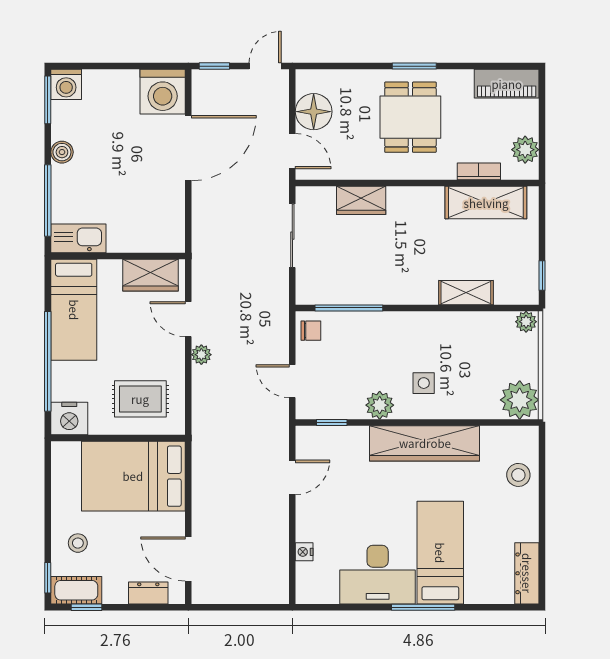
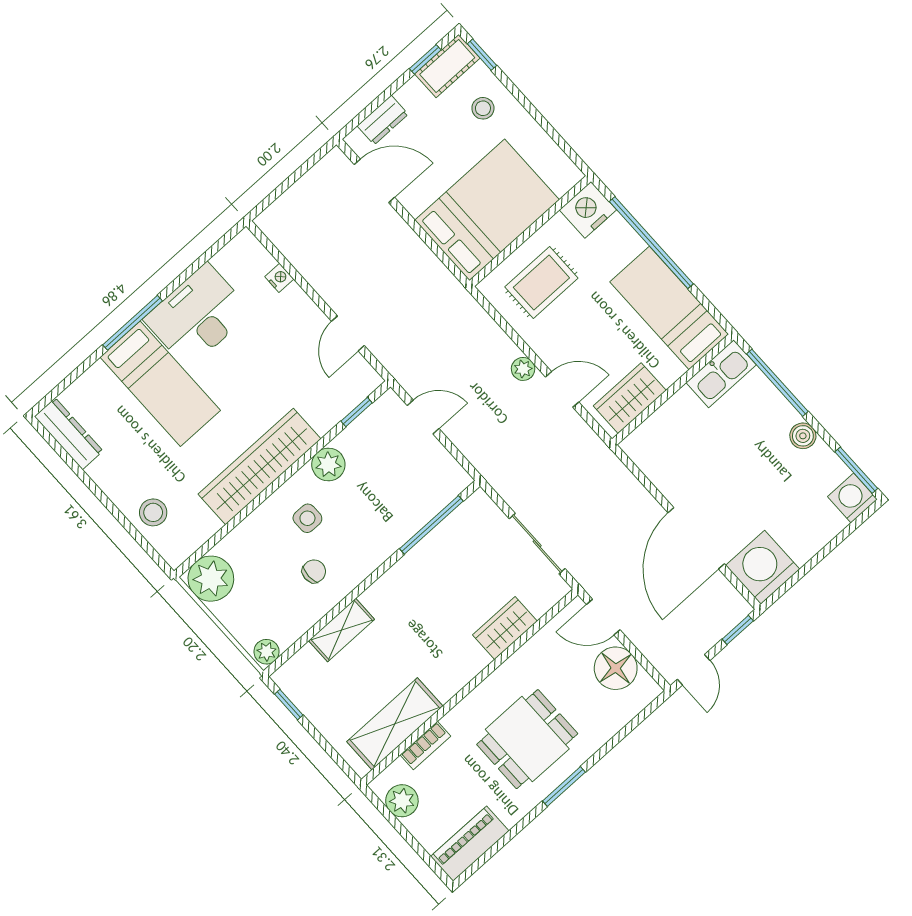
dining table: (410, 117) -> (527, 739), turned 90
chair: (311, 331) -> (314, 571), moved, turned 180

